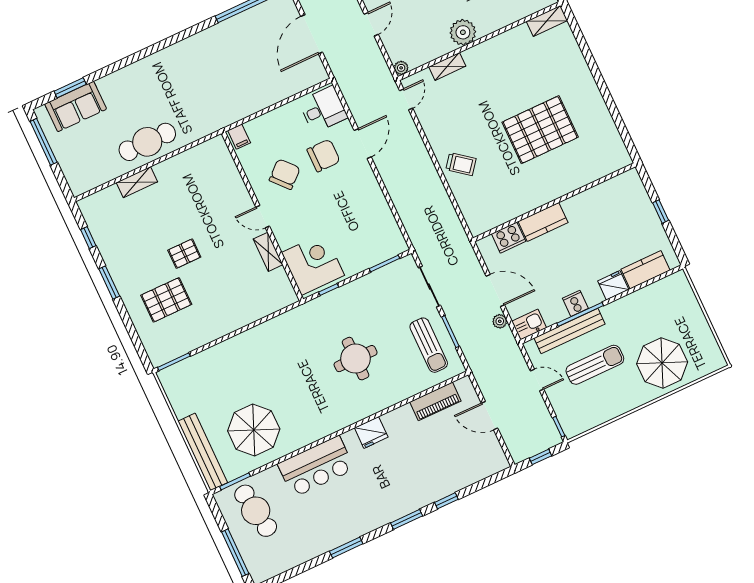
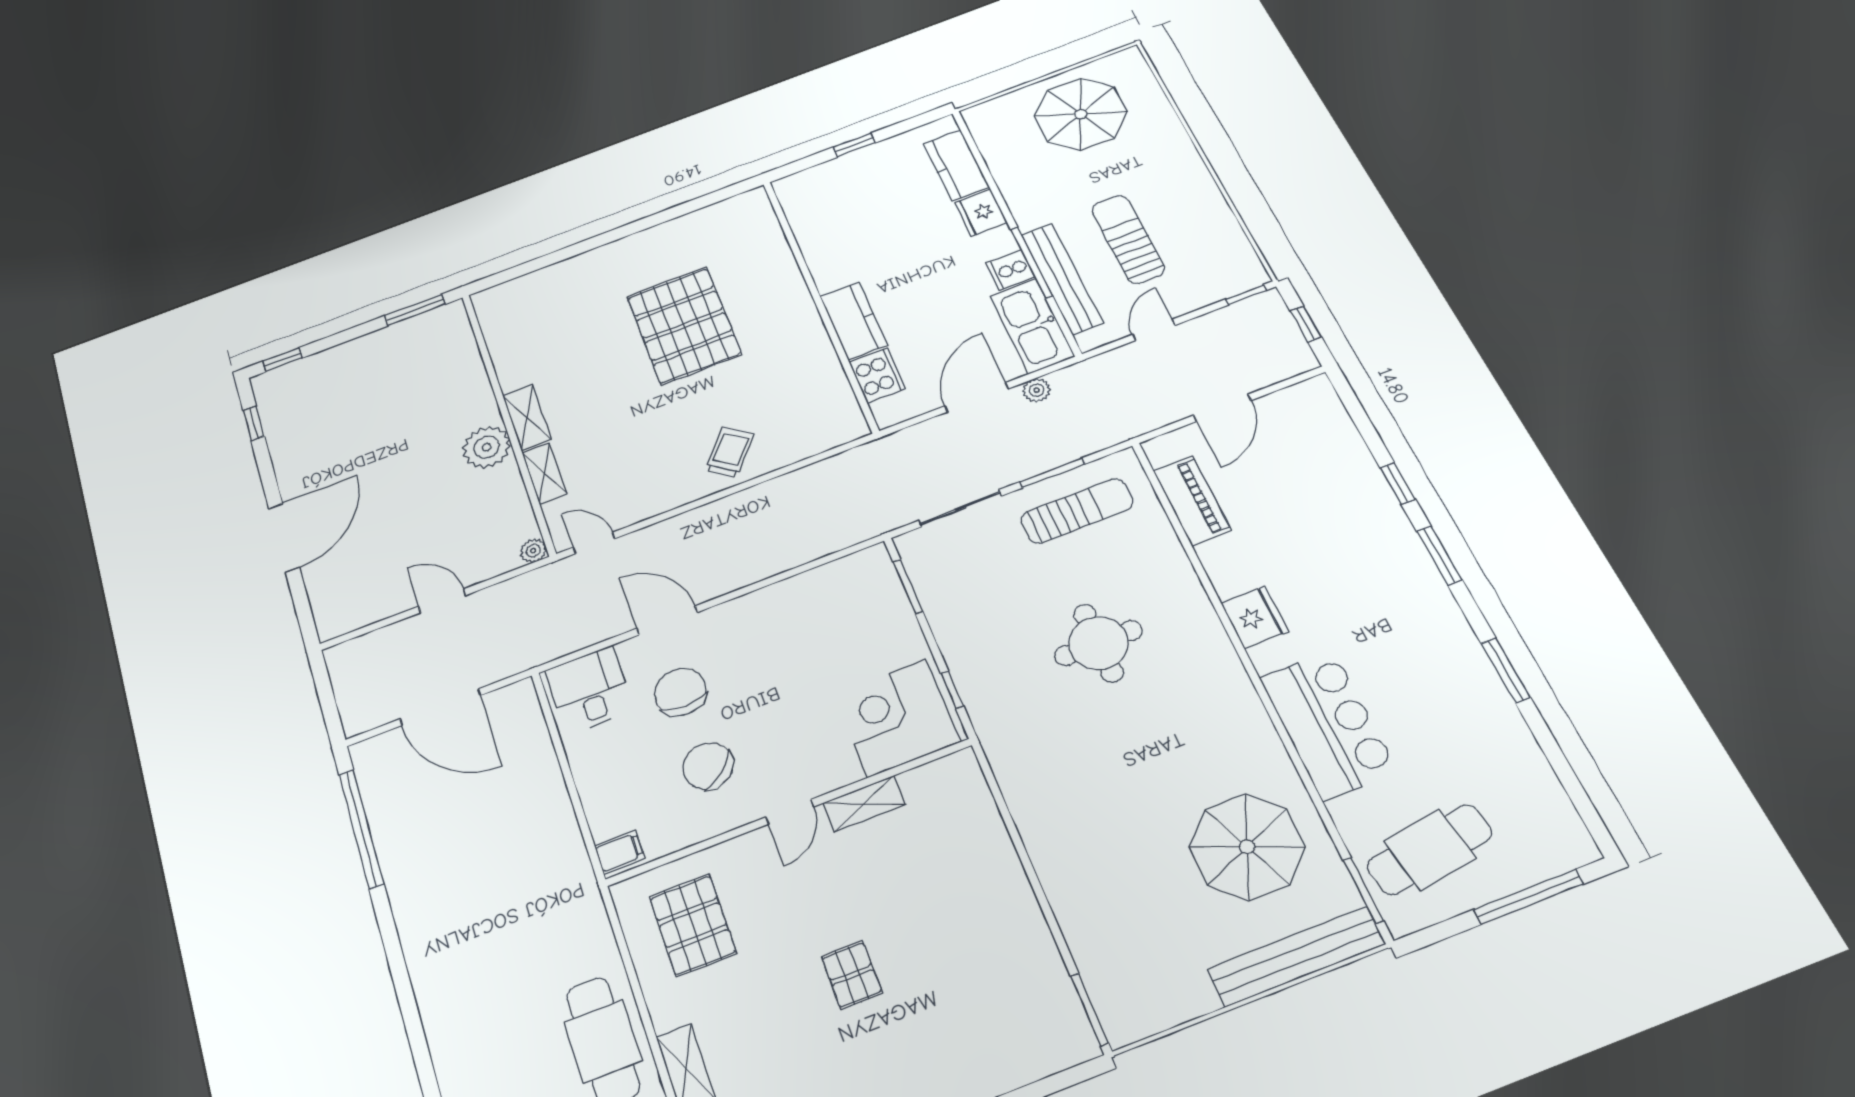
shelving: (547, 21) -> (527, 417), moved
pallet: (166, 300) -> (693, 925), moved
kitchen sink: (529, 325) -> (1032, 326), width x1.87, depth x1.24
parasol: (662, 363) -> (1081, 114), moved

